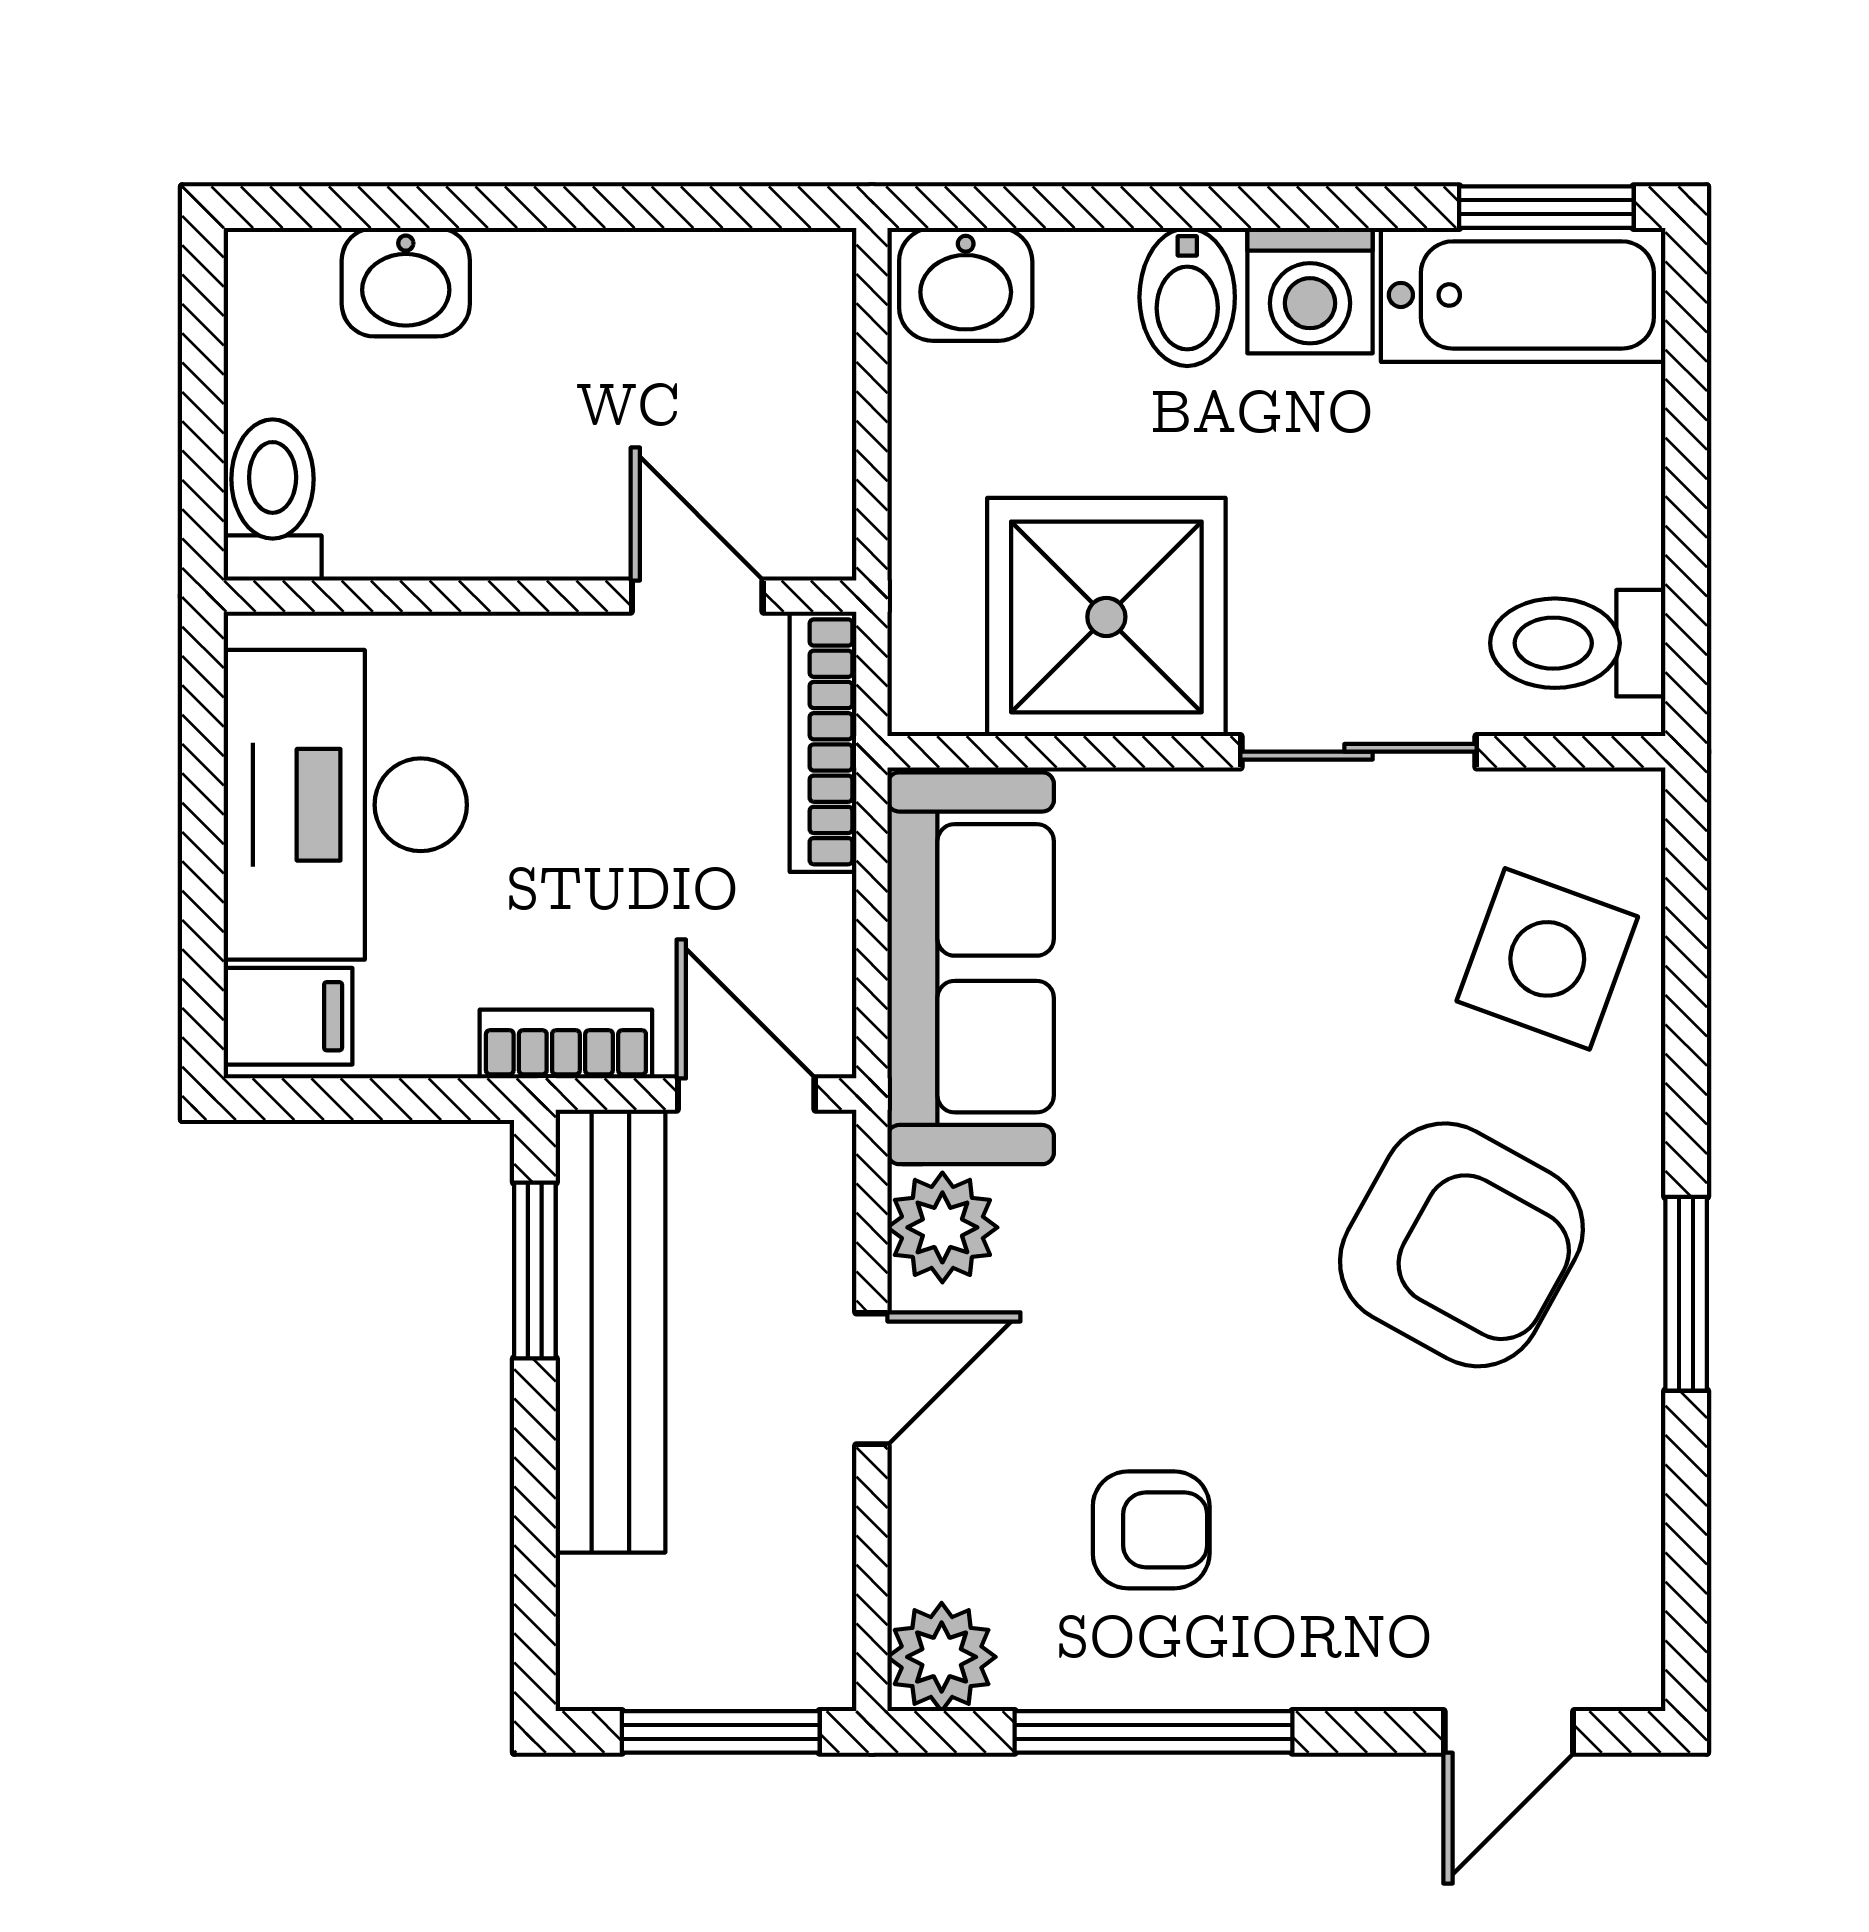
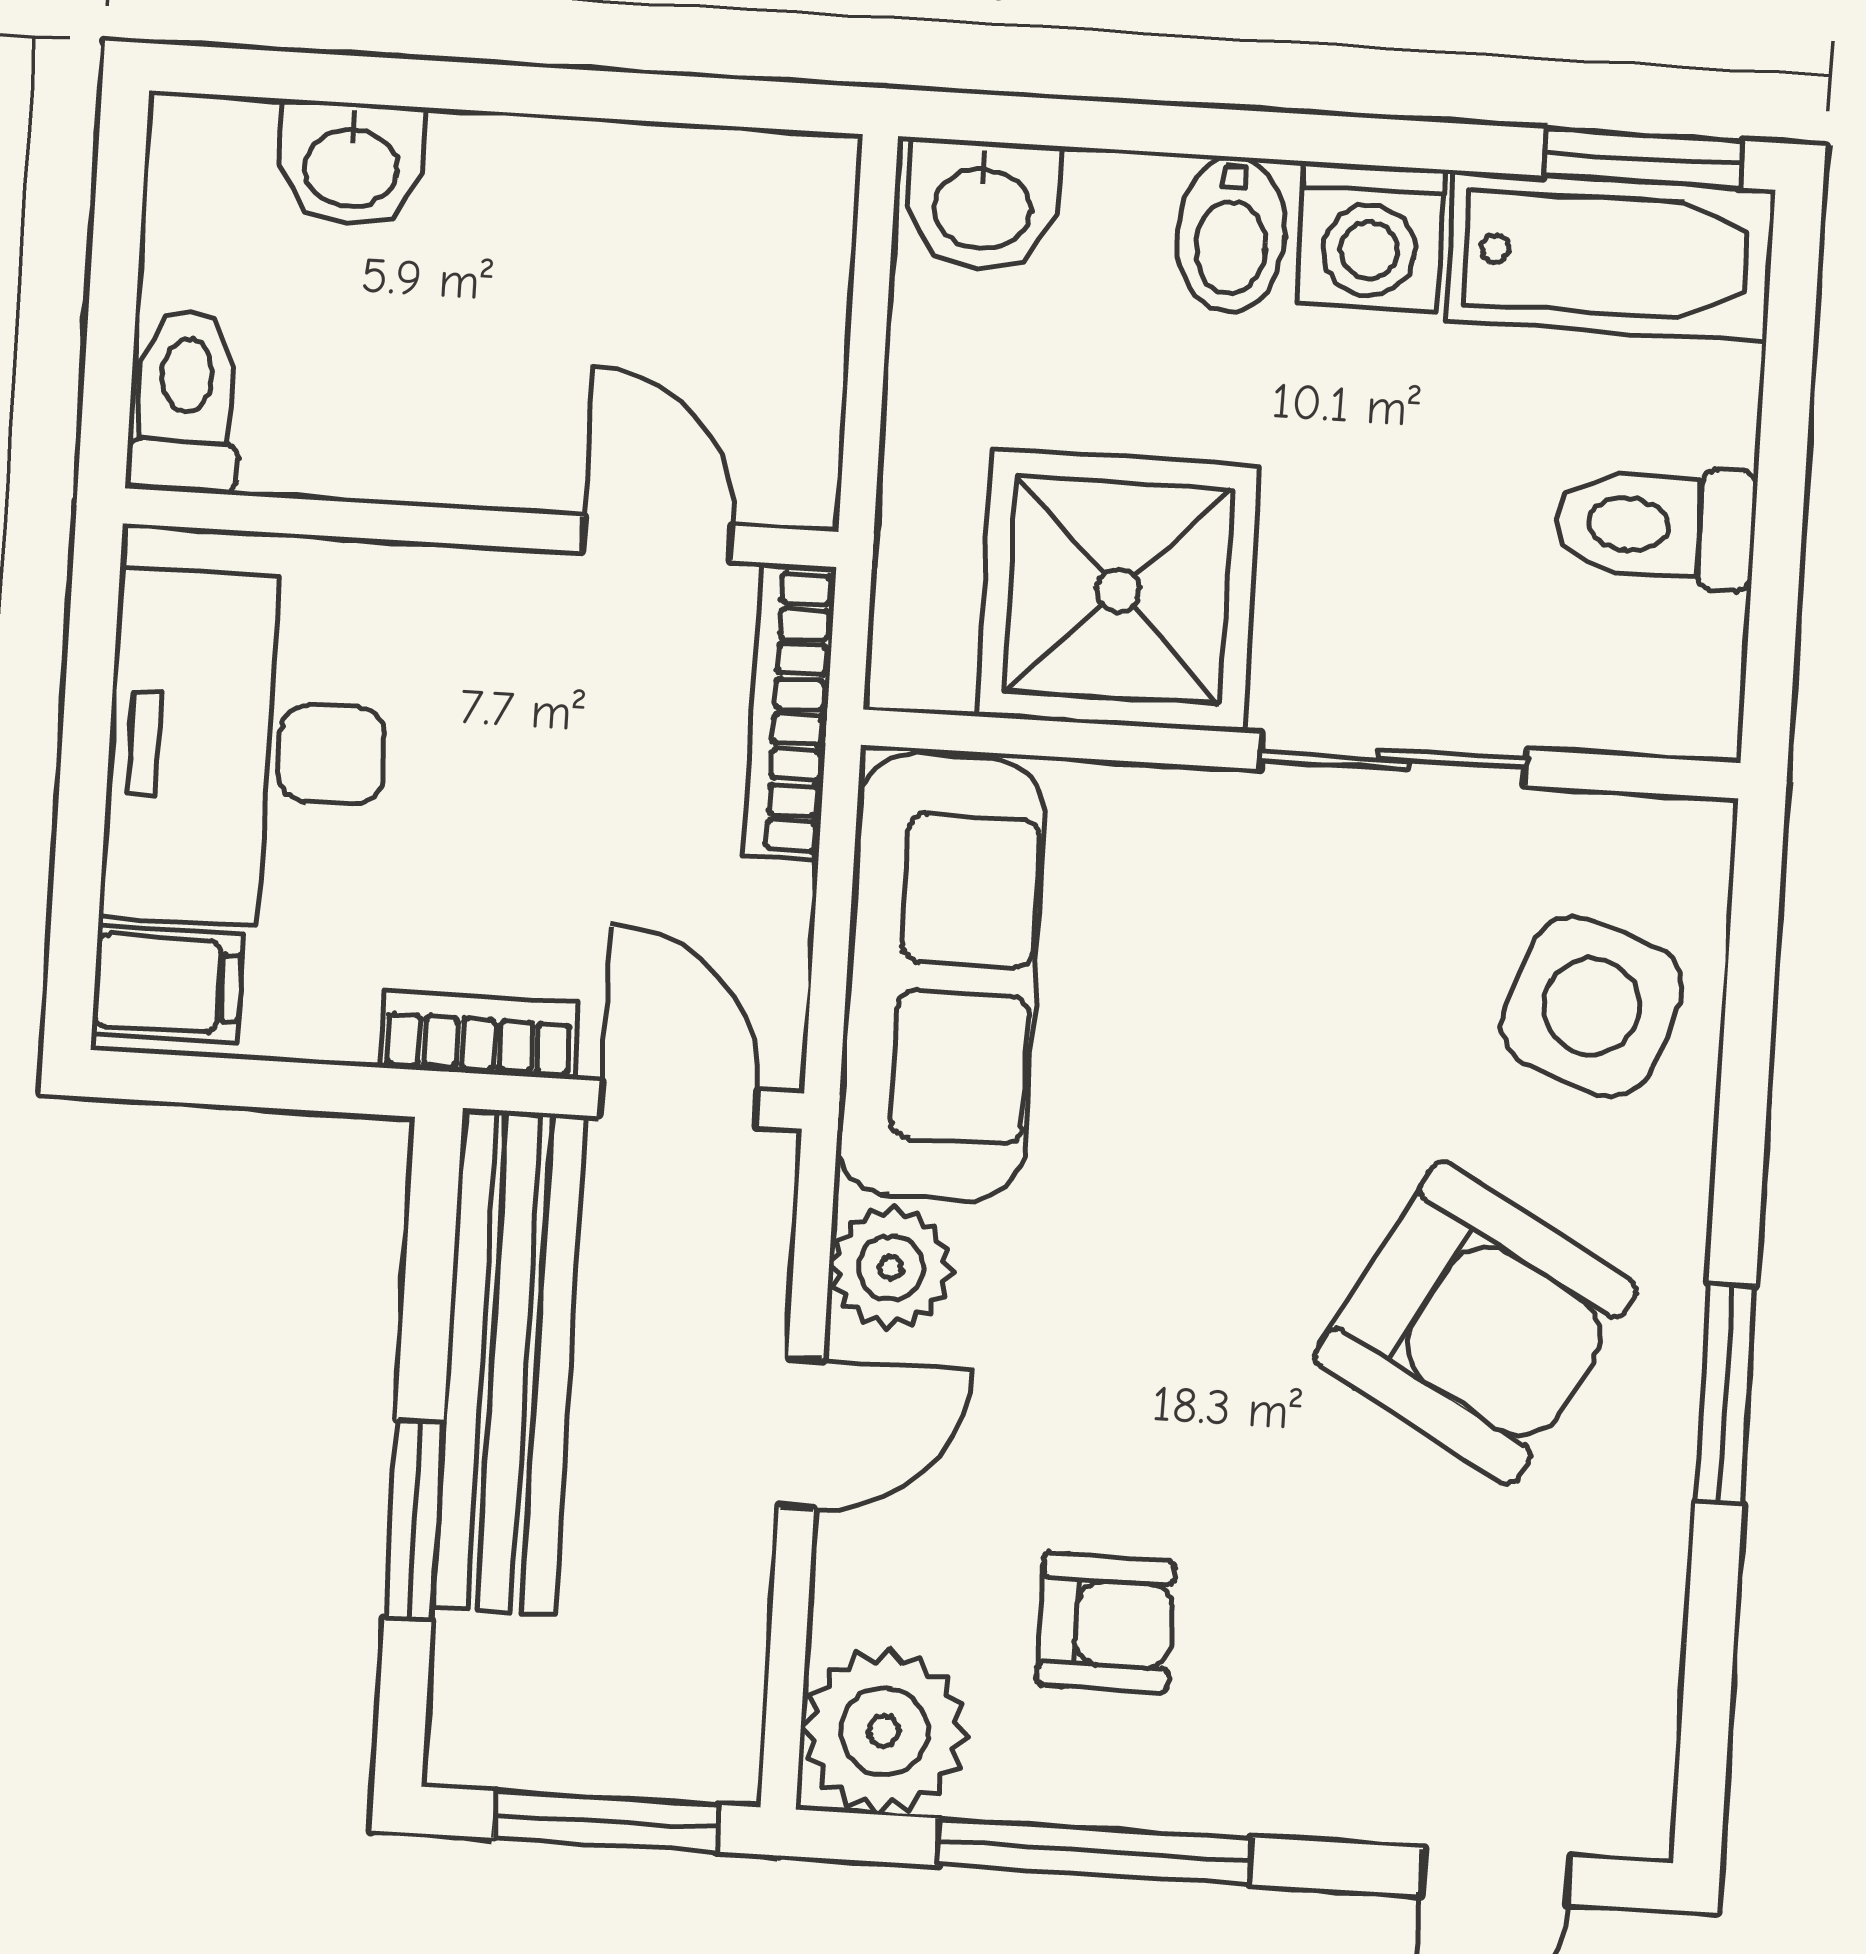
toilet: (1578, 643) -> (1656, 526), moved
window: (535, 1271) -> (414, 1520), moved
plant: (942, 1657) -> (884, 1731), width x1.36, depth x1.36

